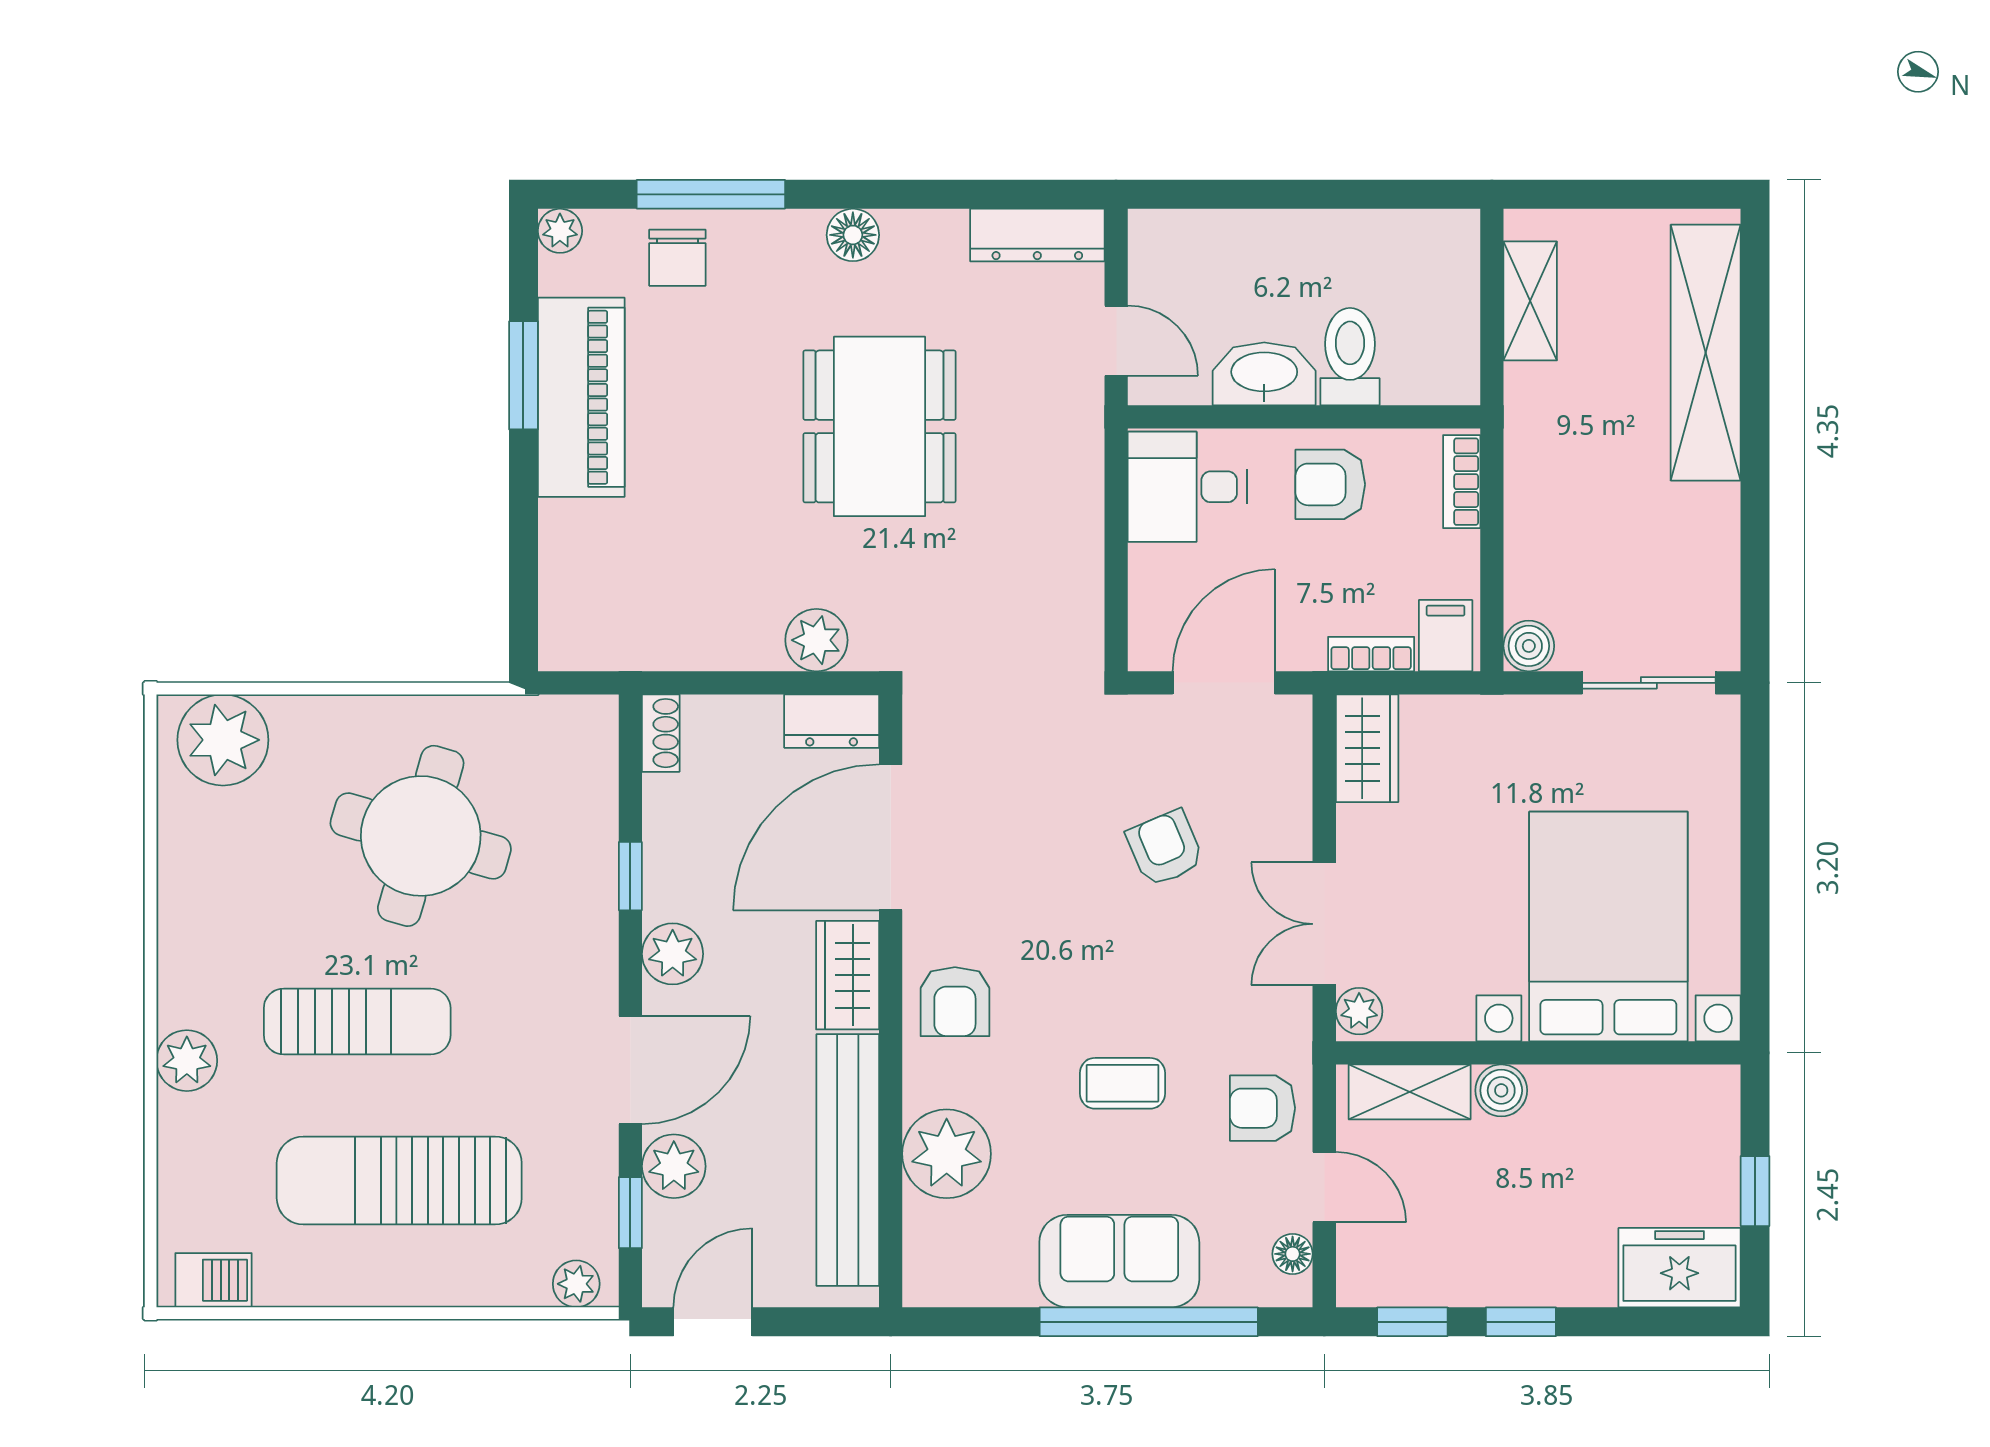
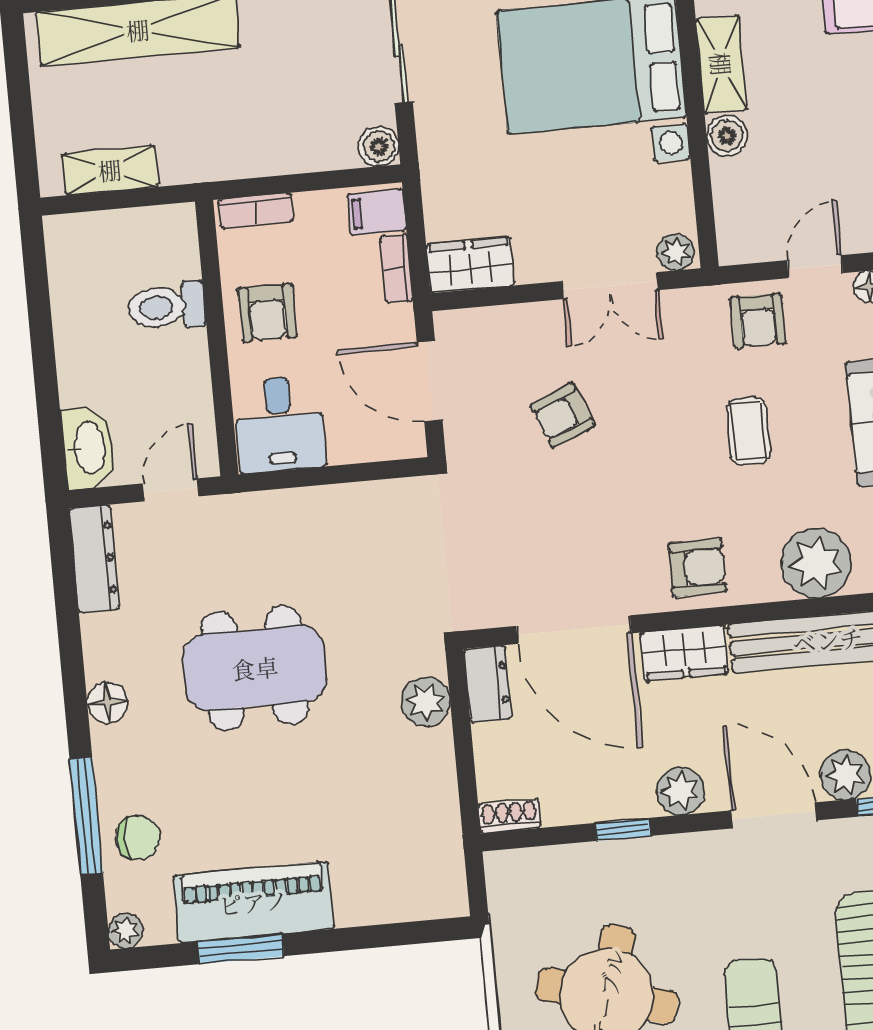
washbasin: (1264, 374) -> (88, 448), moved, turned 180
shelving: (1410, 1092) -> (721, 64), moved

